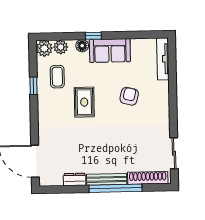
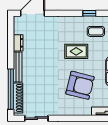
armchair: (129, 96) -> (80, 85), width x1.88, depth x1.88
window: (115, 188) -> (11, 89), moved

